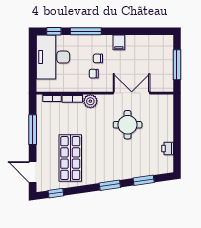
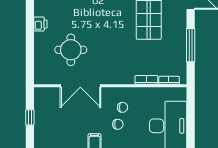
window: (177, 65) -> (30, 117), width x0.46
plant: (90, 101) -> (126, 77), removed
round table: (128, 125) -> (71, 50), moved

